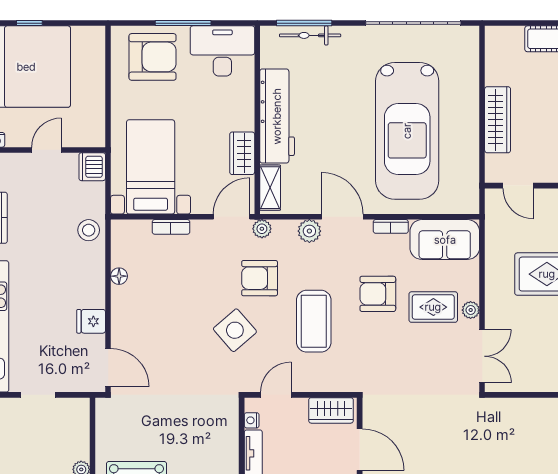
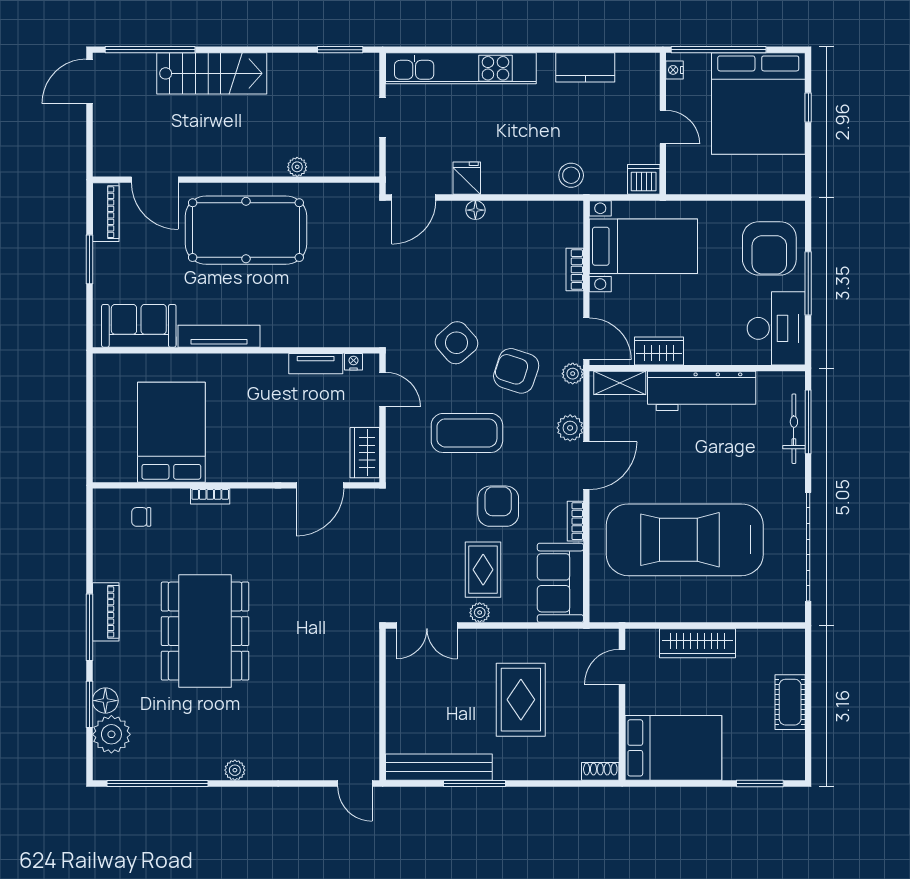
floor lamp: (119, 276) -> (475, 210), moved
armchair: (260, 278) -> (516, 371), turned -72

